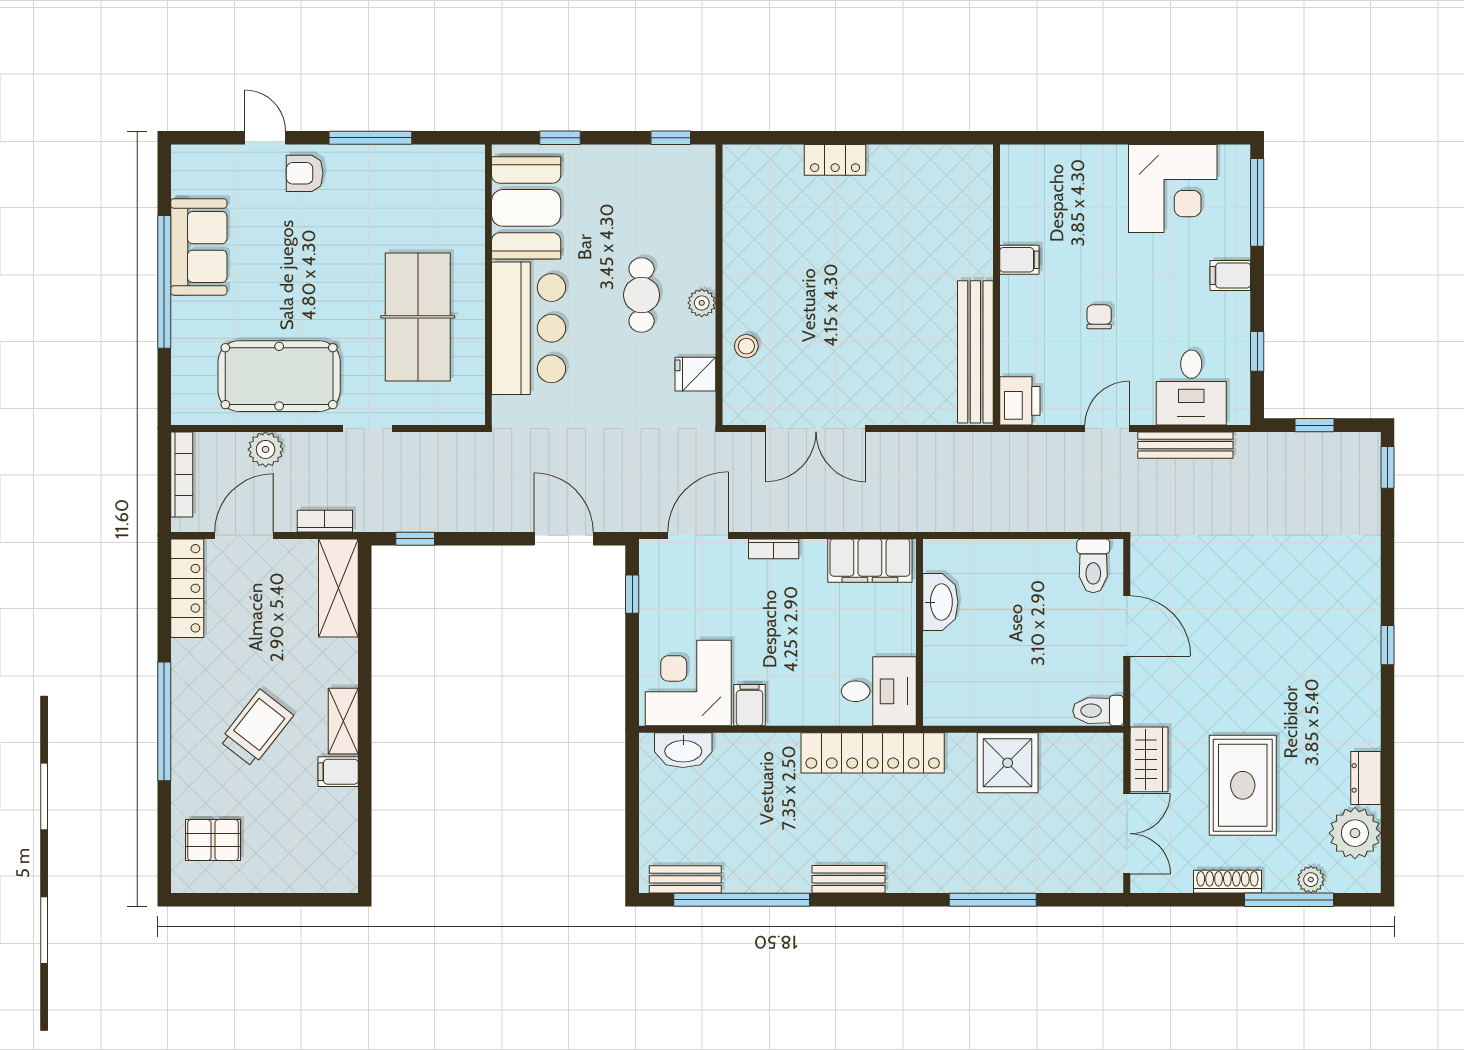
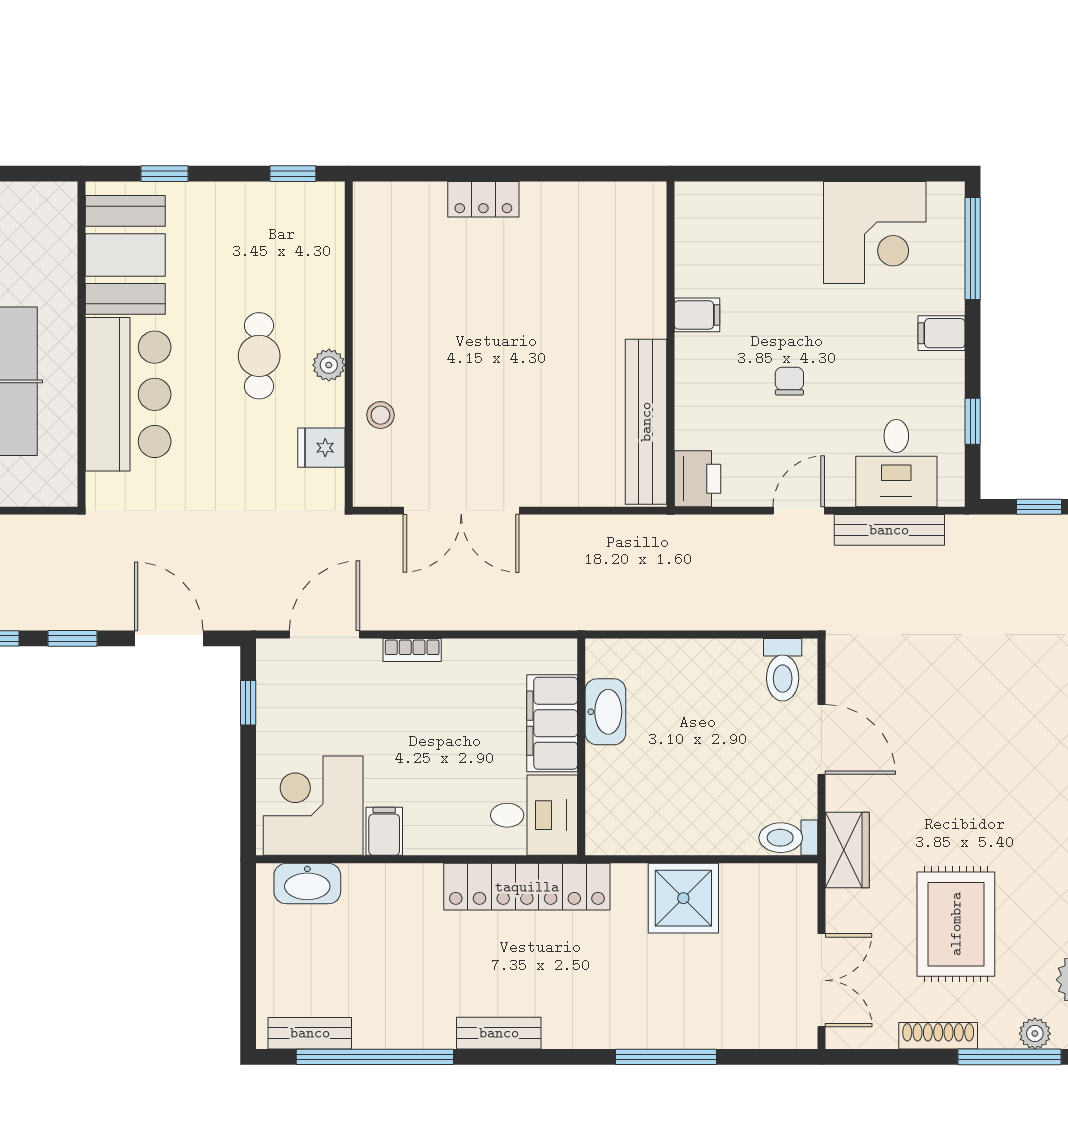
window: (481, 539) -> (73, 638), added
filing cabinet: (870, 561) -> (552, 723), moved, turned 90
wardrobe: (1149, 759) -> (847, 850), moved

